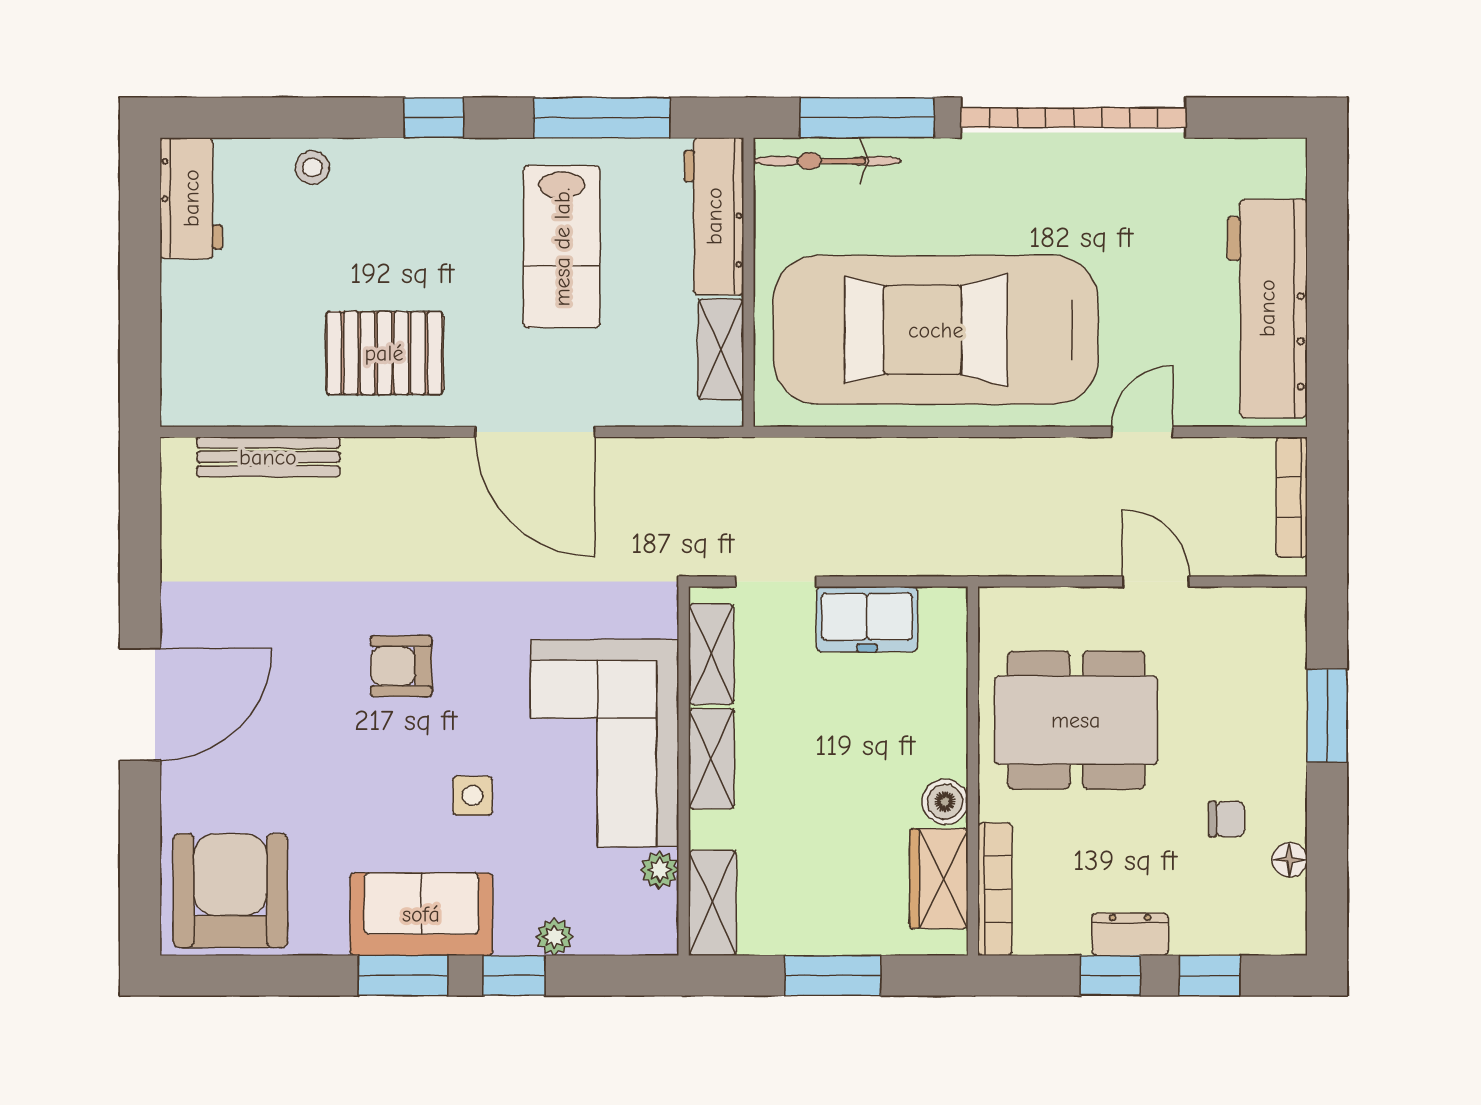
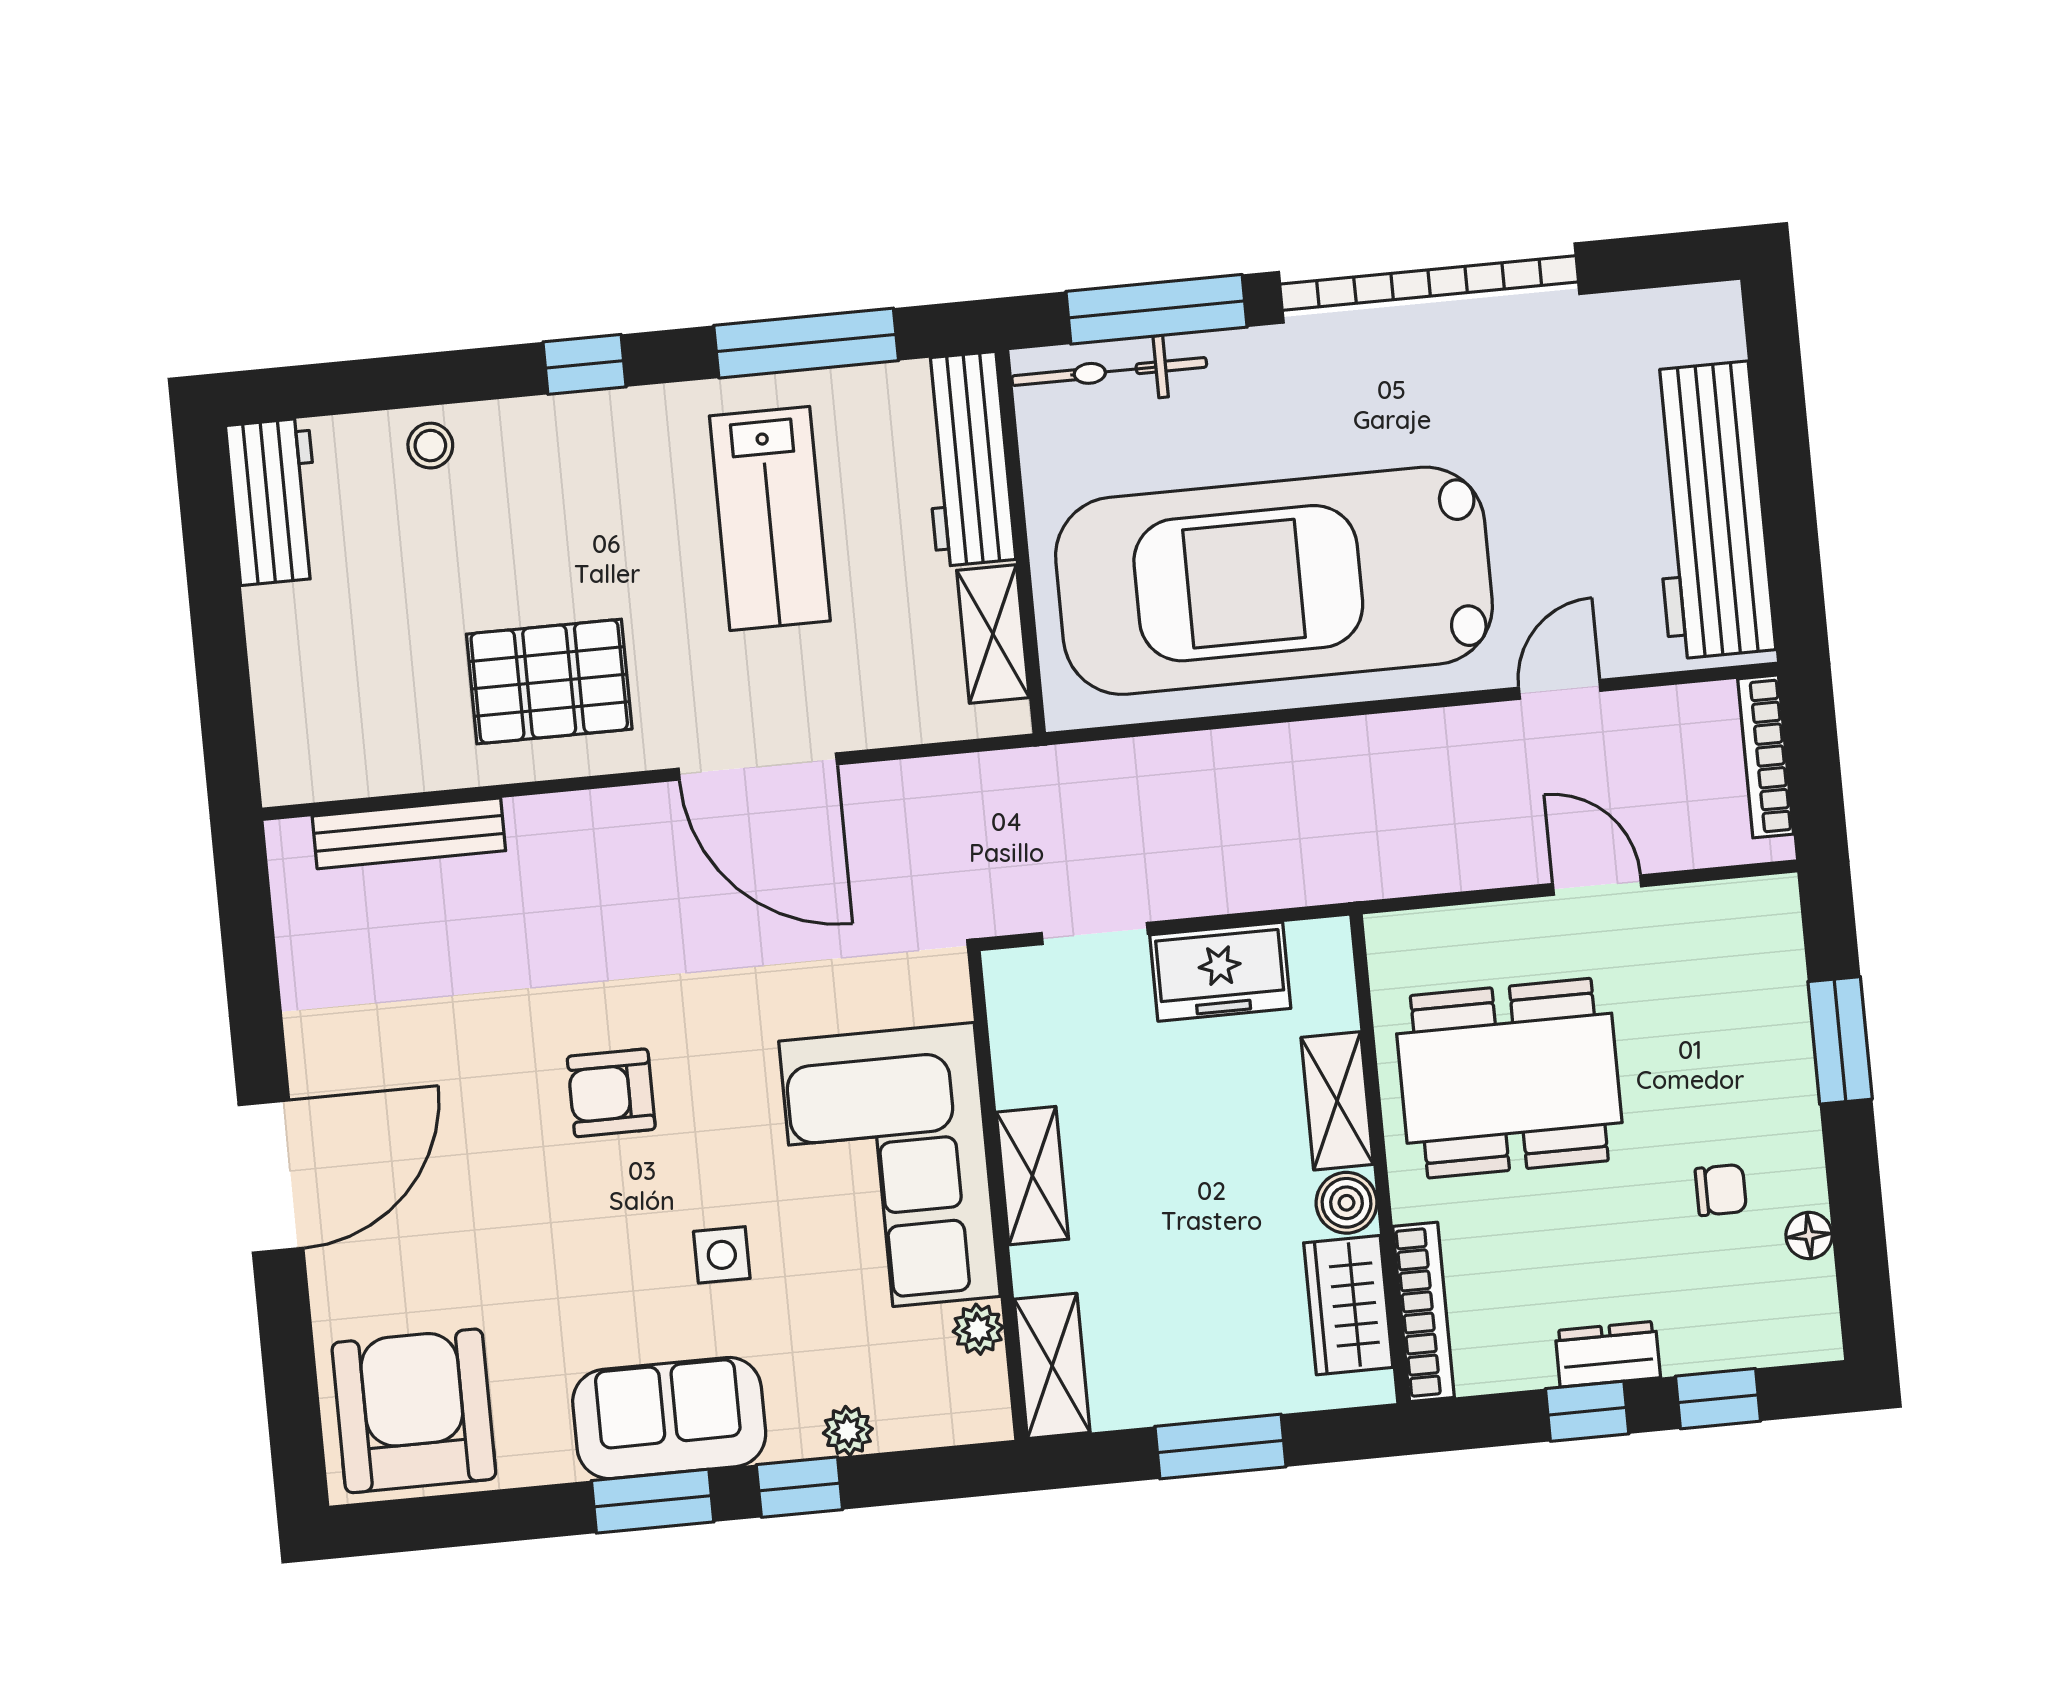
shelving: (711, 654) -> (1337, 1101), moved

